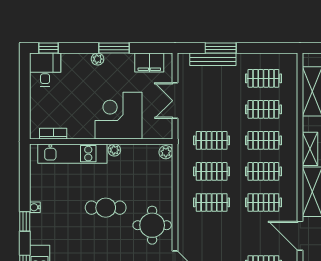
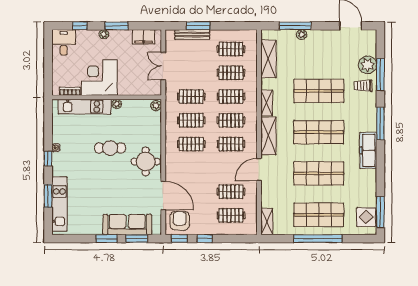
window: (48, 48) -> (80, 26), moved
corner desk: (118, 116) -> (99, 78), moved
door: (300, 236) -> (259, 170), hinge flipped

